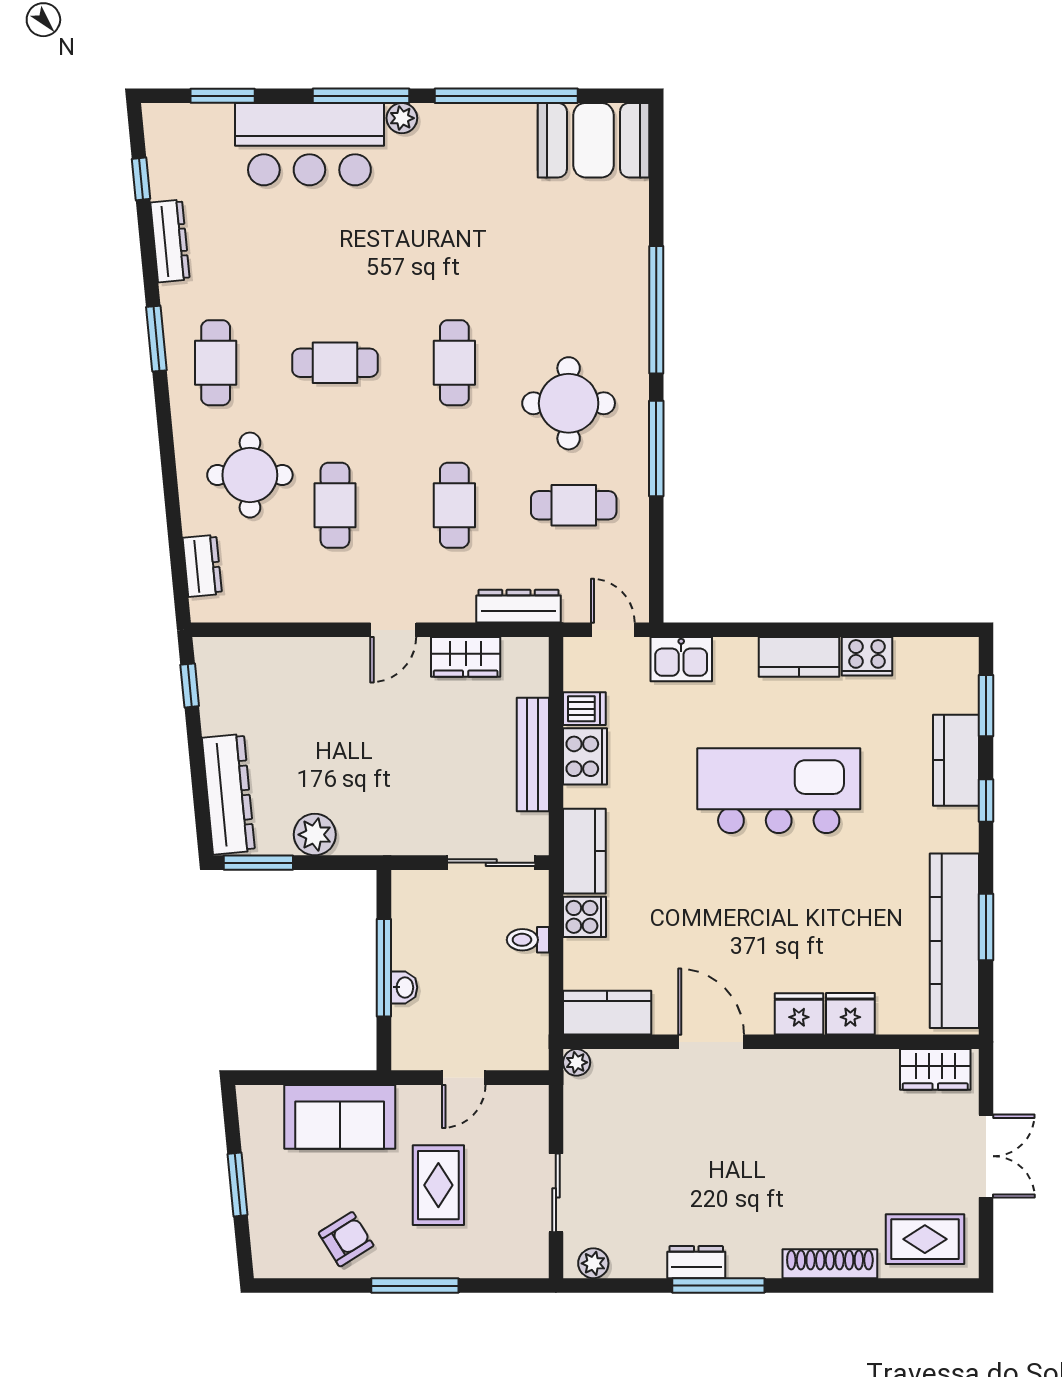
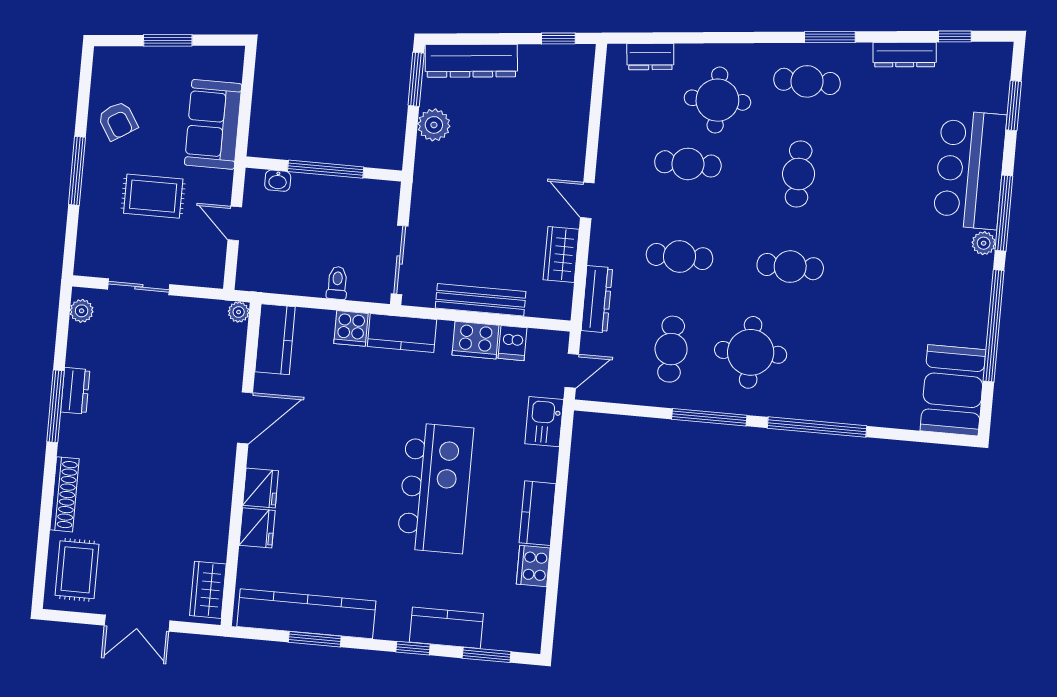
washbasin: (404, 987) -> (278, 181), moved

